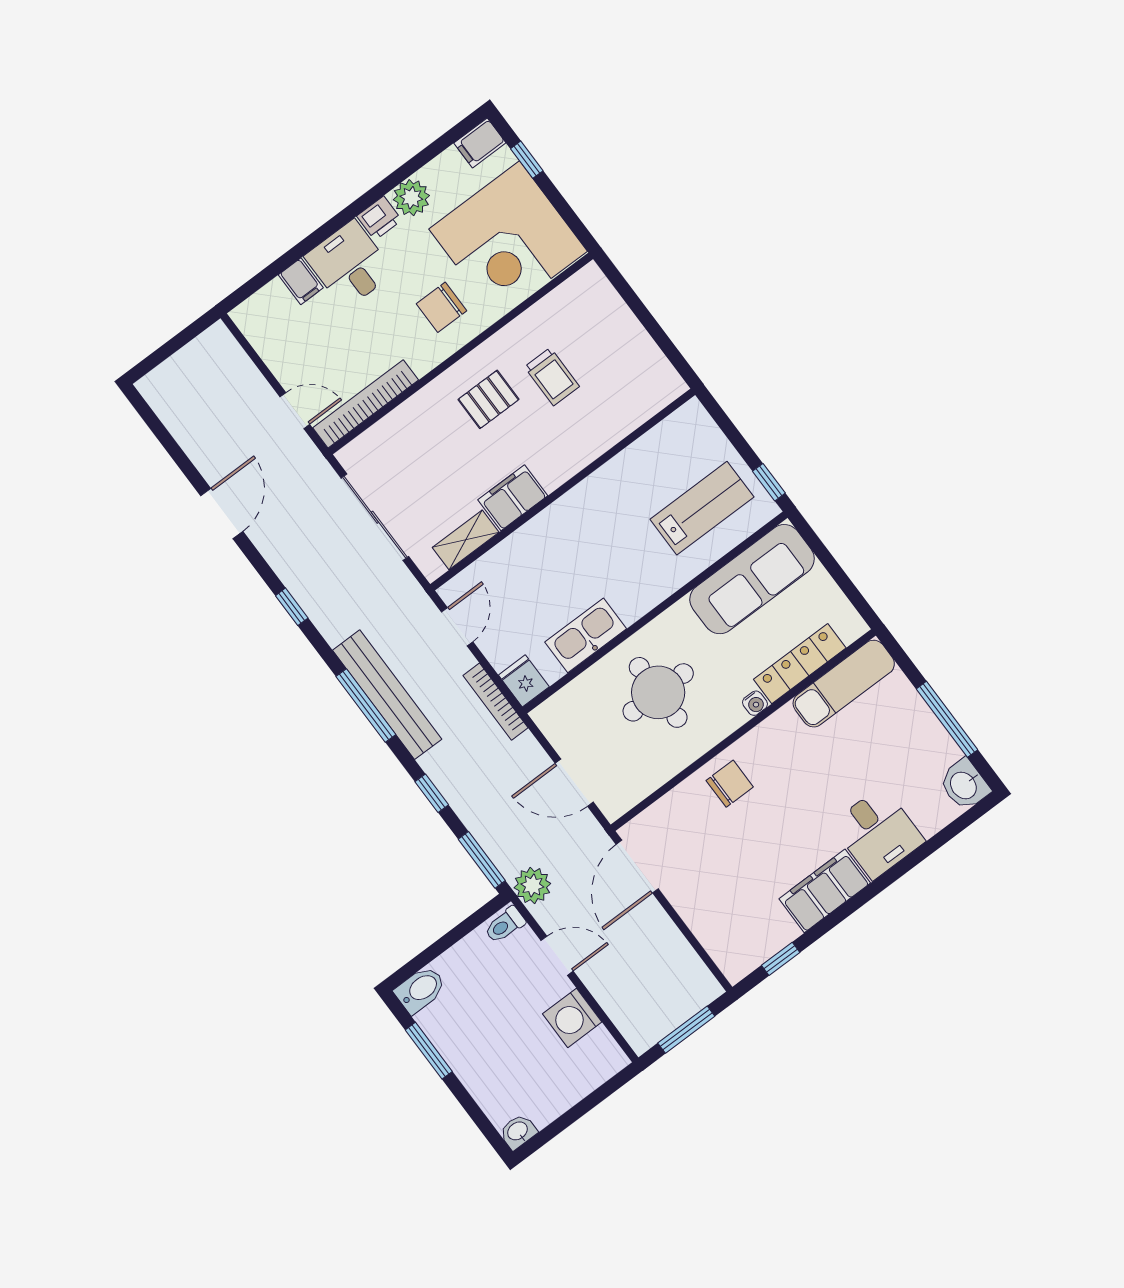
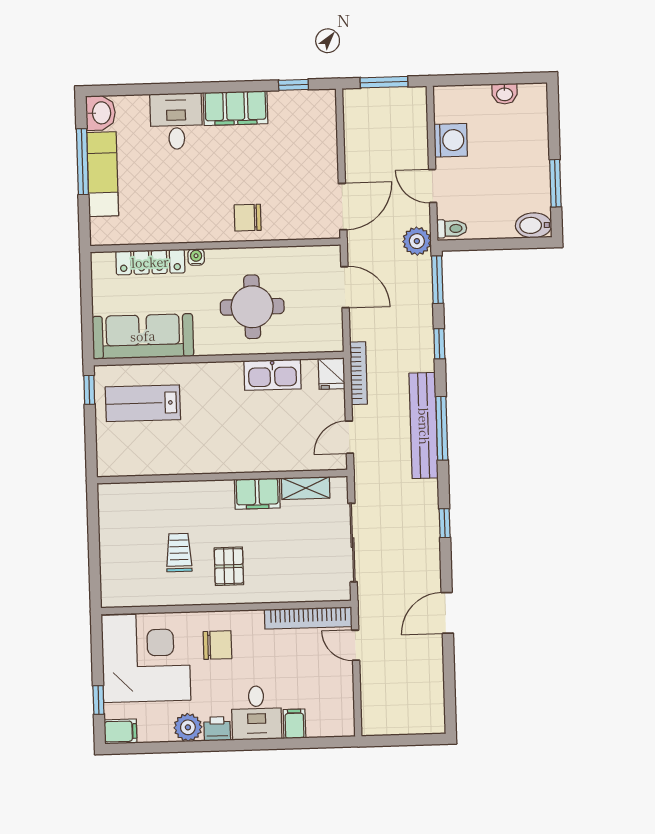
pallet: (489, 399) -> (229, 566), turned 90
exam couch: (844, 684) -> (103, 174), moved, turned 90
washbasin: (518, 1132) -> (505, 94), moved

